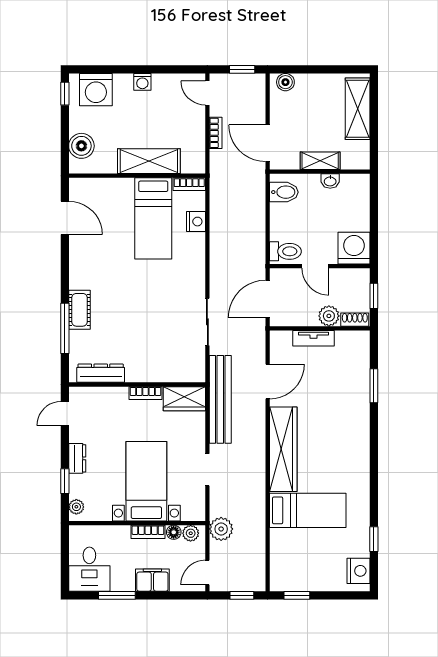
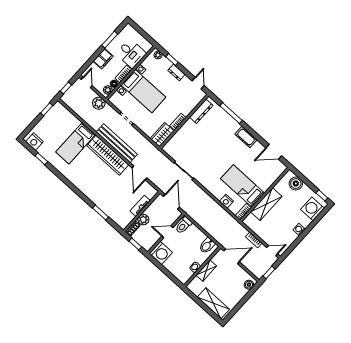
cot: (80, 310) -> (246, 137), moved
bench: (220, 399) -> (117, 143), moved
desk: (89, 569) -> (131, 53), moved, turned 180

